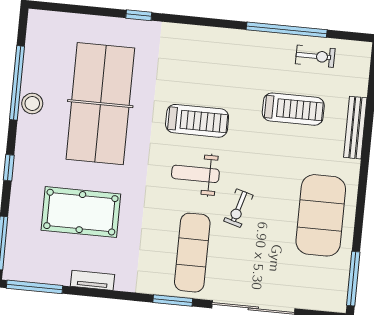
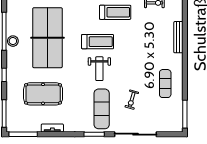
treadmill: (293, 109) -> (115, 12), moved
weight bench: (195, 174) -> (99, 69), turned -90
exercise bike: (238, 208) -> (132, 100), moved
exercise mat: (321, 215) -> (165, 84), width x0.50, depth x0.69

